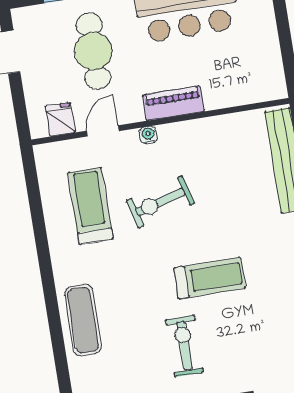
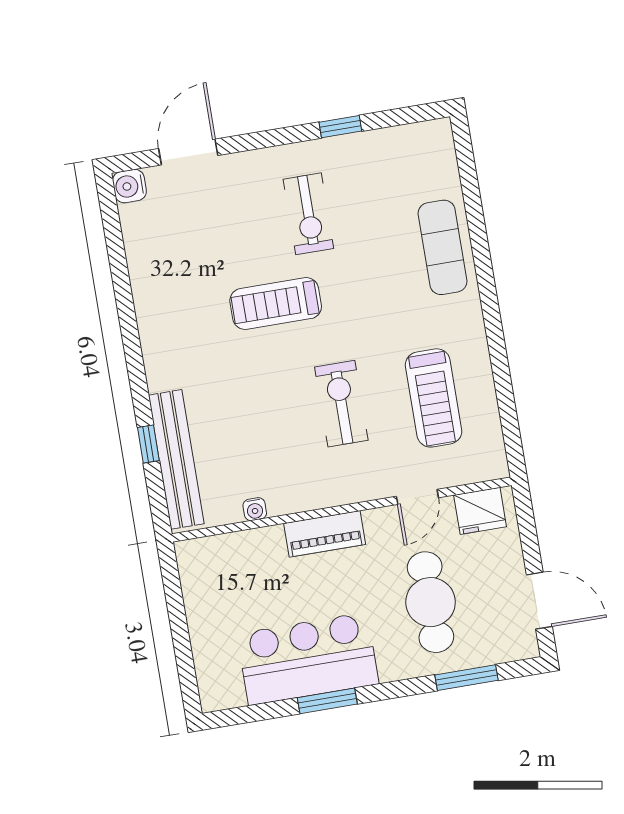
fridge: (60, 119) -> (480, 511), width x1.38
water cooler: (148, 135) -> (255, 509), moved
exercise bike: (160, 202) -> (341, 404), turned -75

